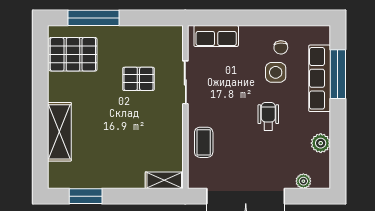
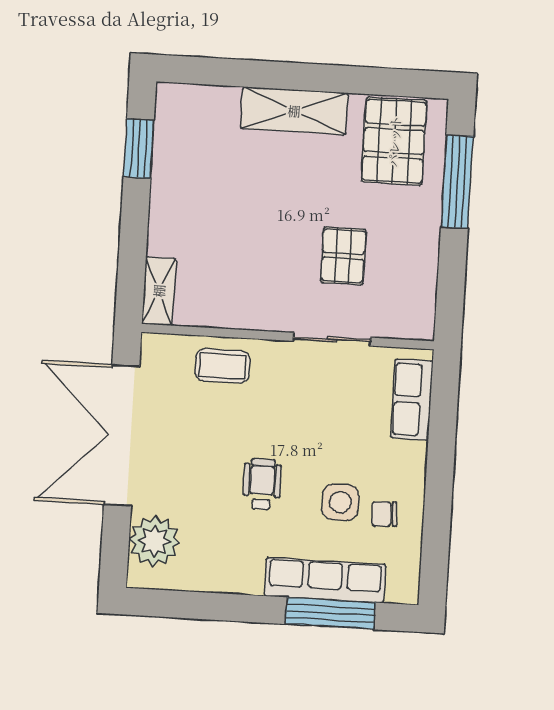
wheelchair: (268, 116) -> (262, 484), turned -90
shelving: (59, 132) -> (294, 111), moved
plant: (321, 143) -> (209, 575), removed
plant: (303, 181) -> (154, 541), width x1.87, depth x1.87

